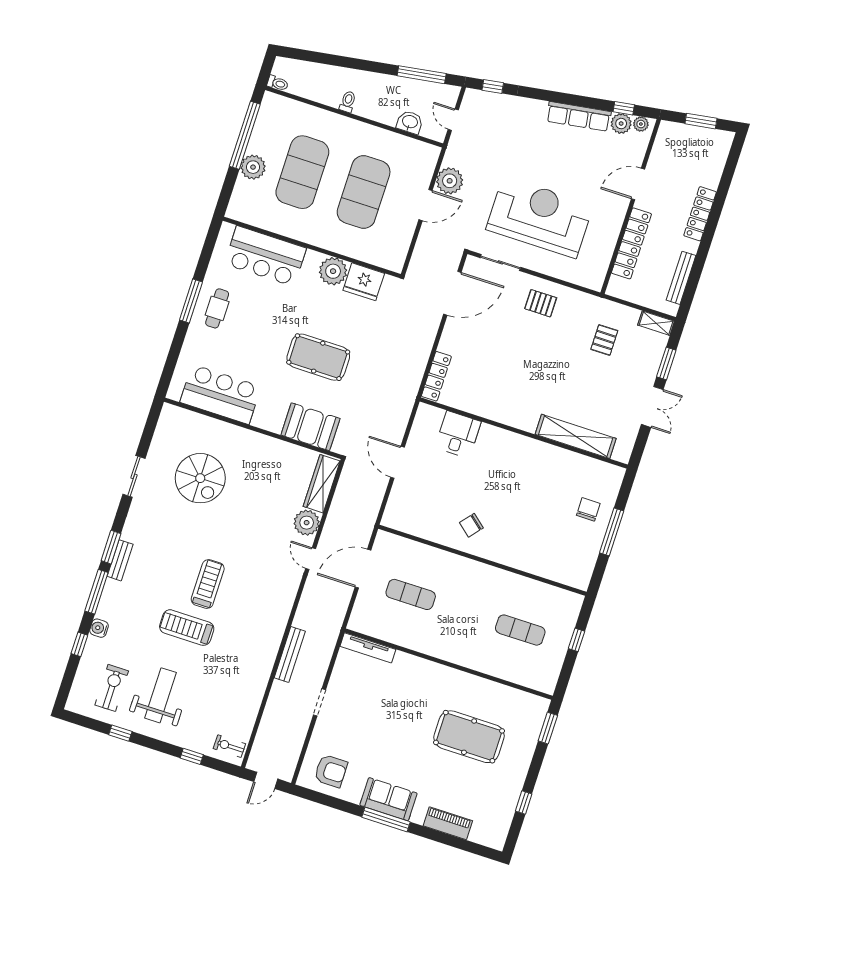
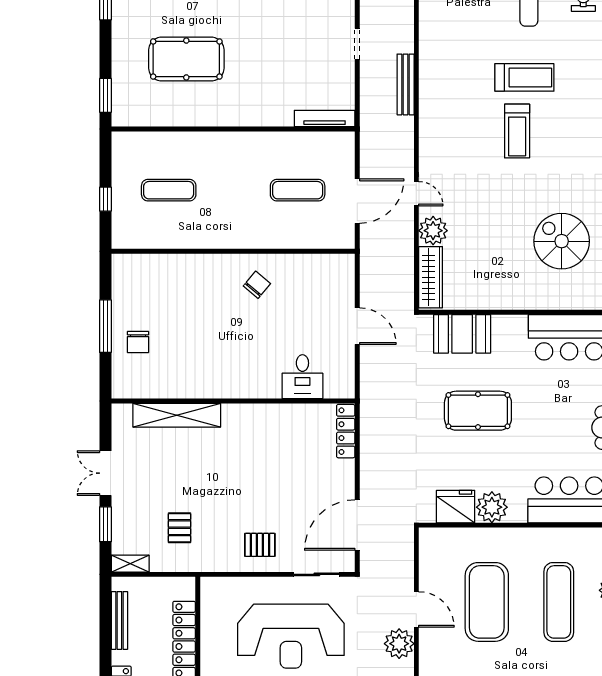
exercise mat: (302, 172) -> (559, 602), width x0.68
door: (425, 205) -> (416, 609), swing flipped

